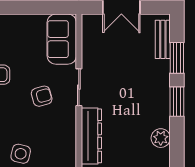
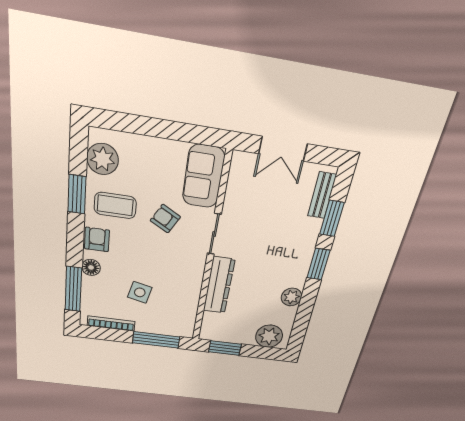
armchair: (42, 96) -> (165, 219), moved, turned -136

